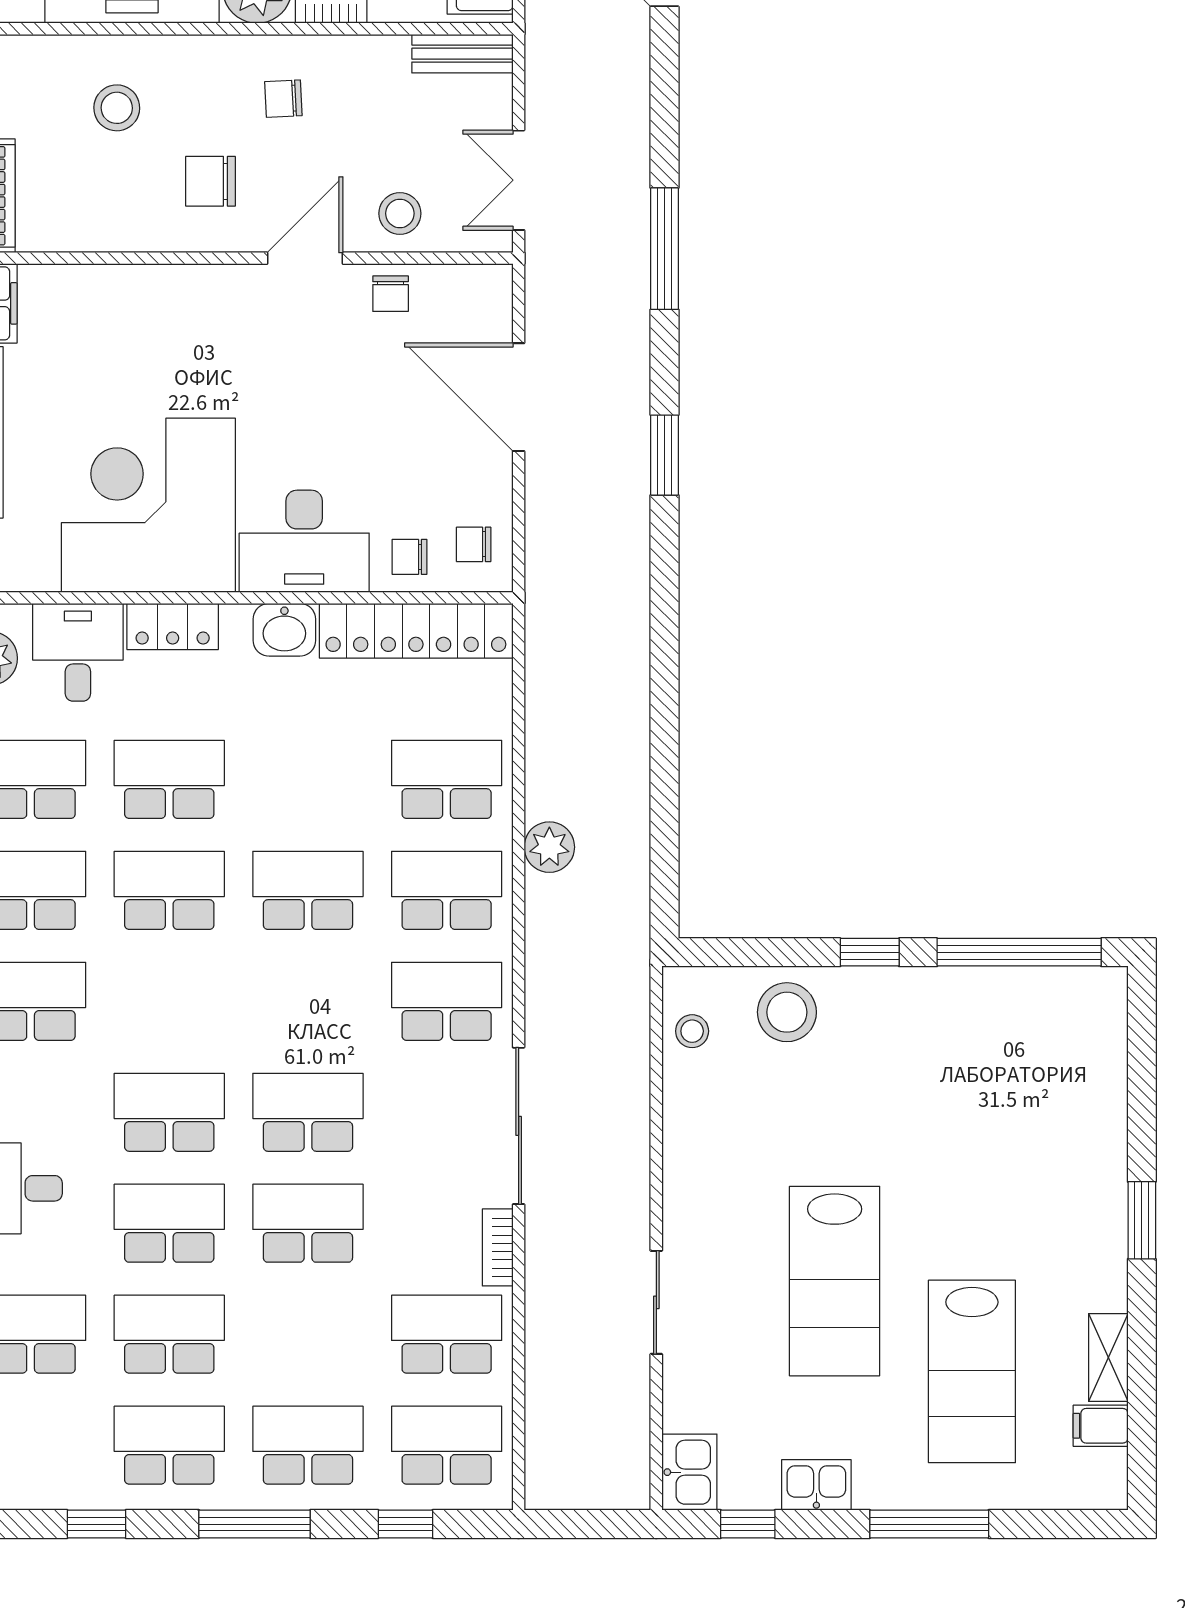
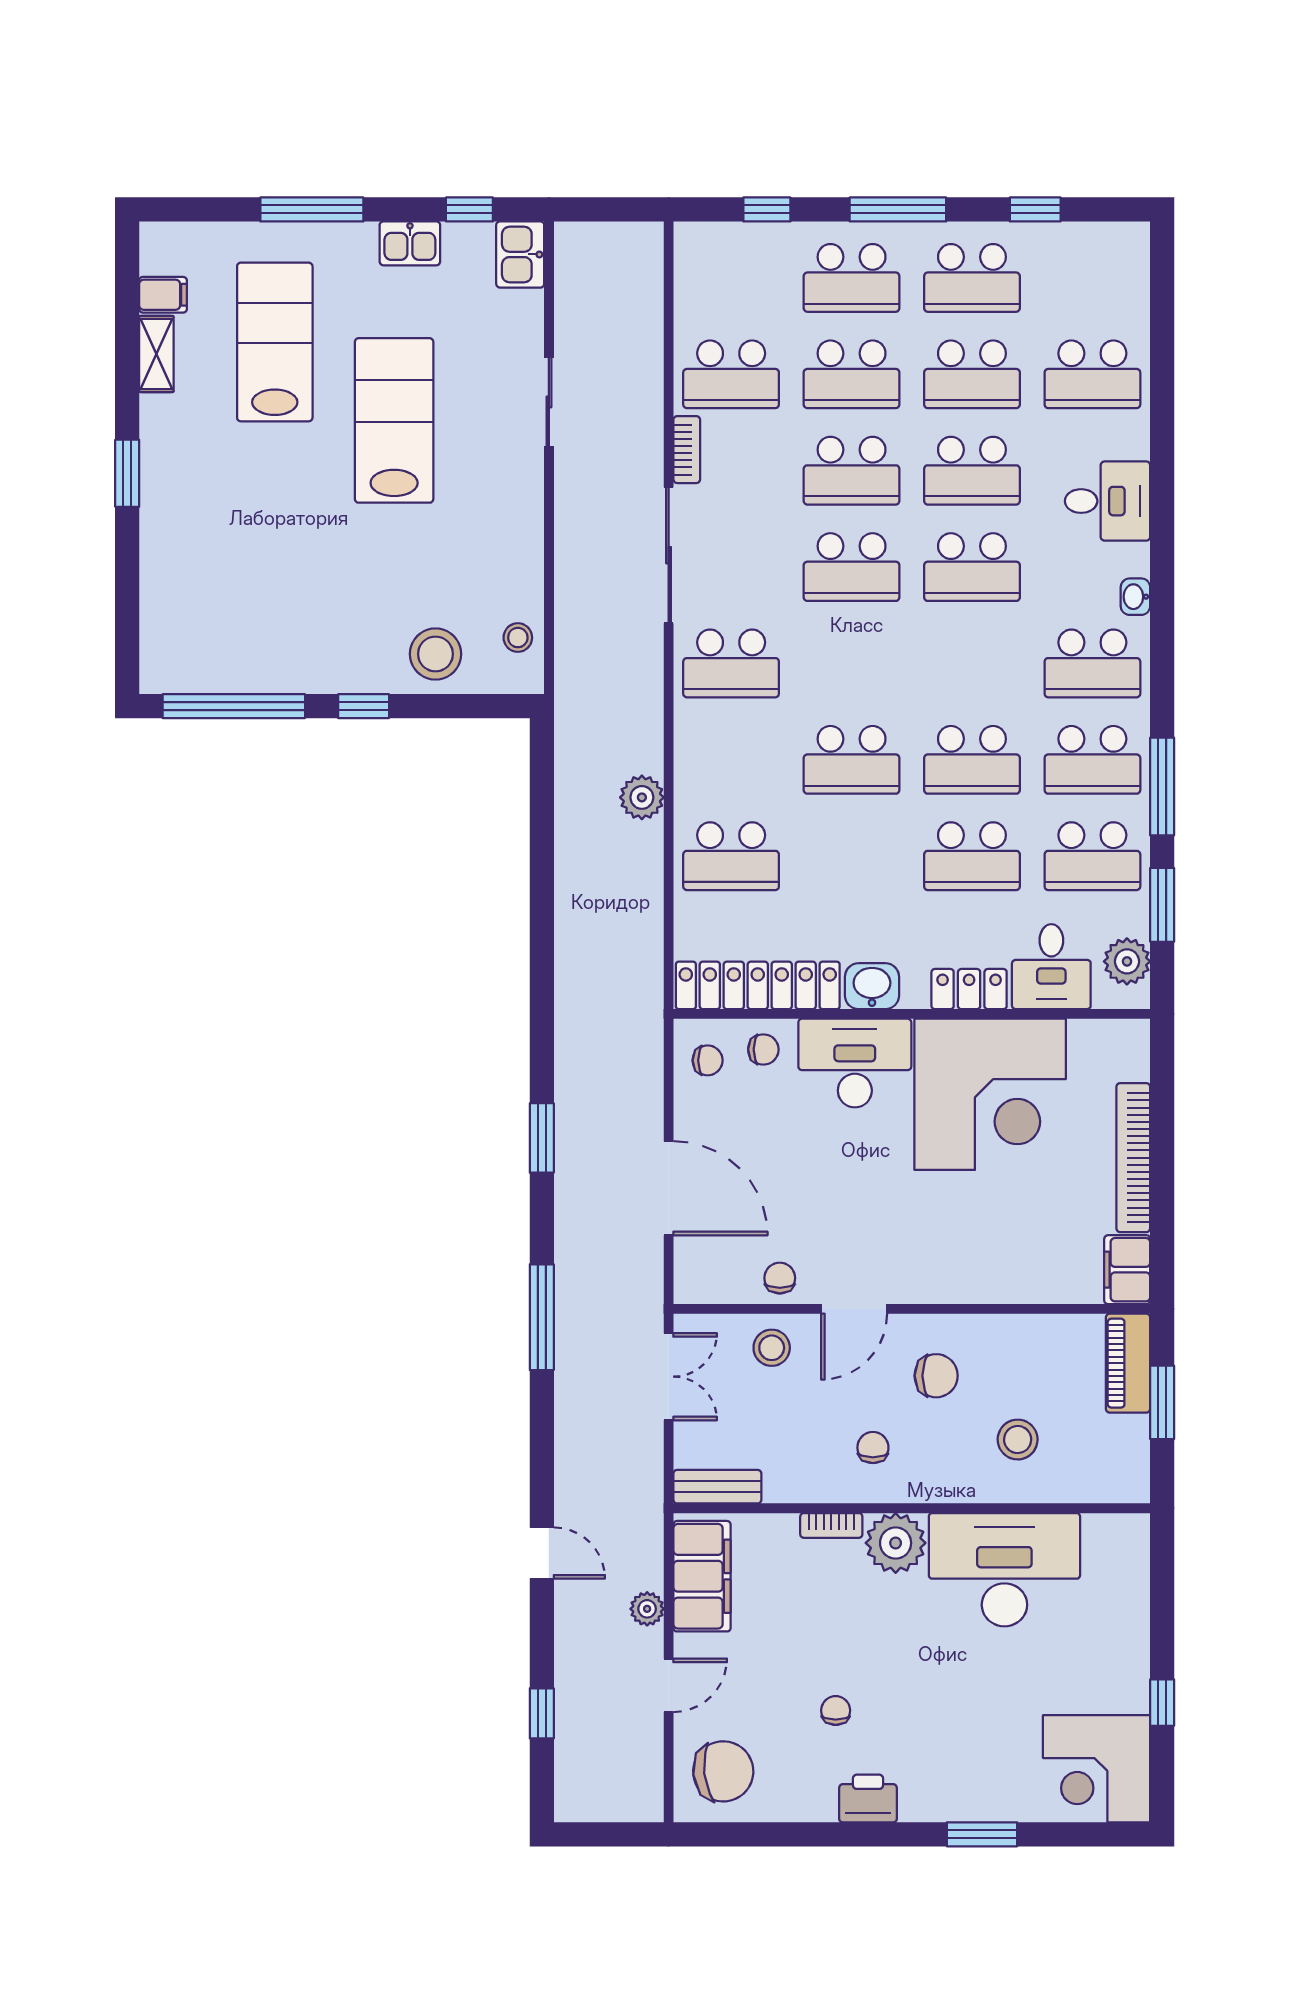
chair: (283, 99) -> (873, 1448), turned -87
school desk: (447, 890) -> (731, 760), removed
school desk: (447, 1445) -> (852, 374), moved

